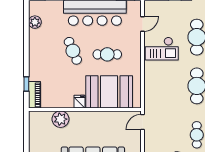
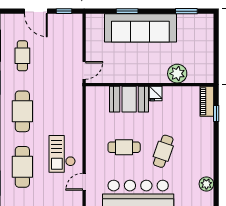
checkout: (162, 49) -> (62, 154), turned -90
cafe table: (73, 51) -> (163, 151), turned 42
booth: (109, 92) -> (129, 99), width x0.73, depth x0.70

